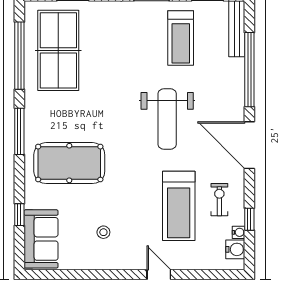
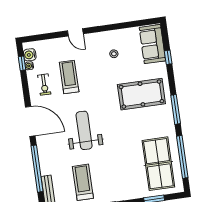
treadmill: (179, 206) -> (69, 77), width x0.73, depth x0.73
window: (249, 219) -> (22, 63), moved

